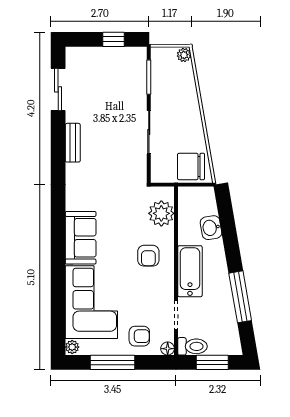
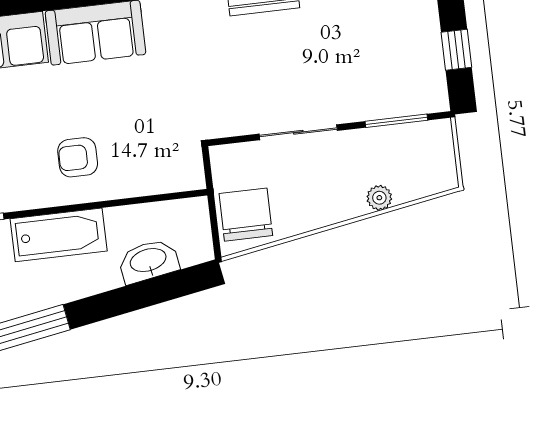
plant: (184, 55) -> (379, 198), moved
plant: (161, 213) -> (156, 172), removed
washbasin: (211, 228) -> (148, 261), width x1.38

